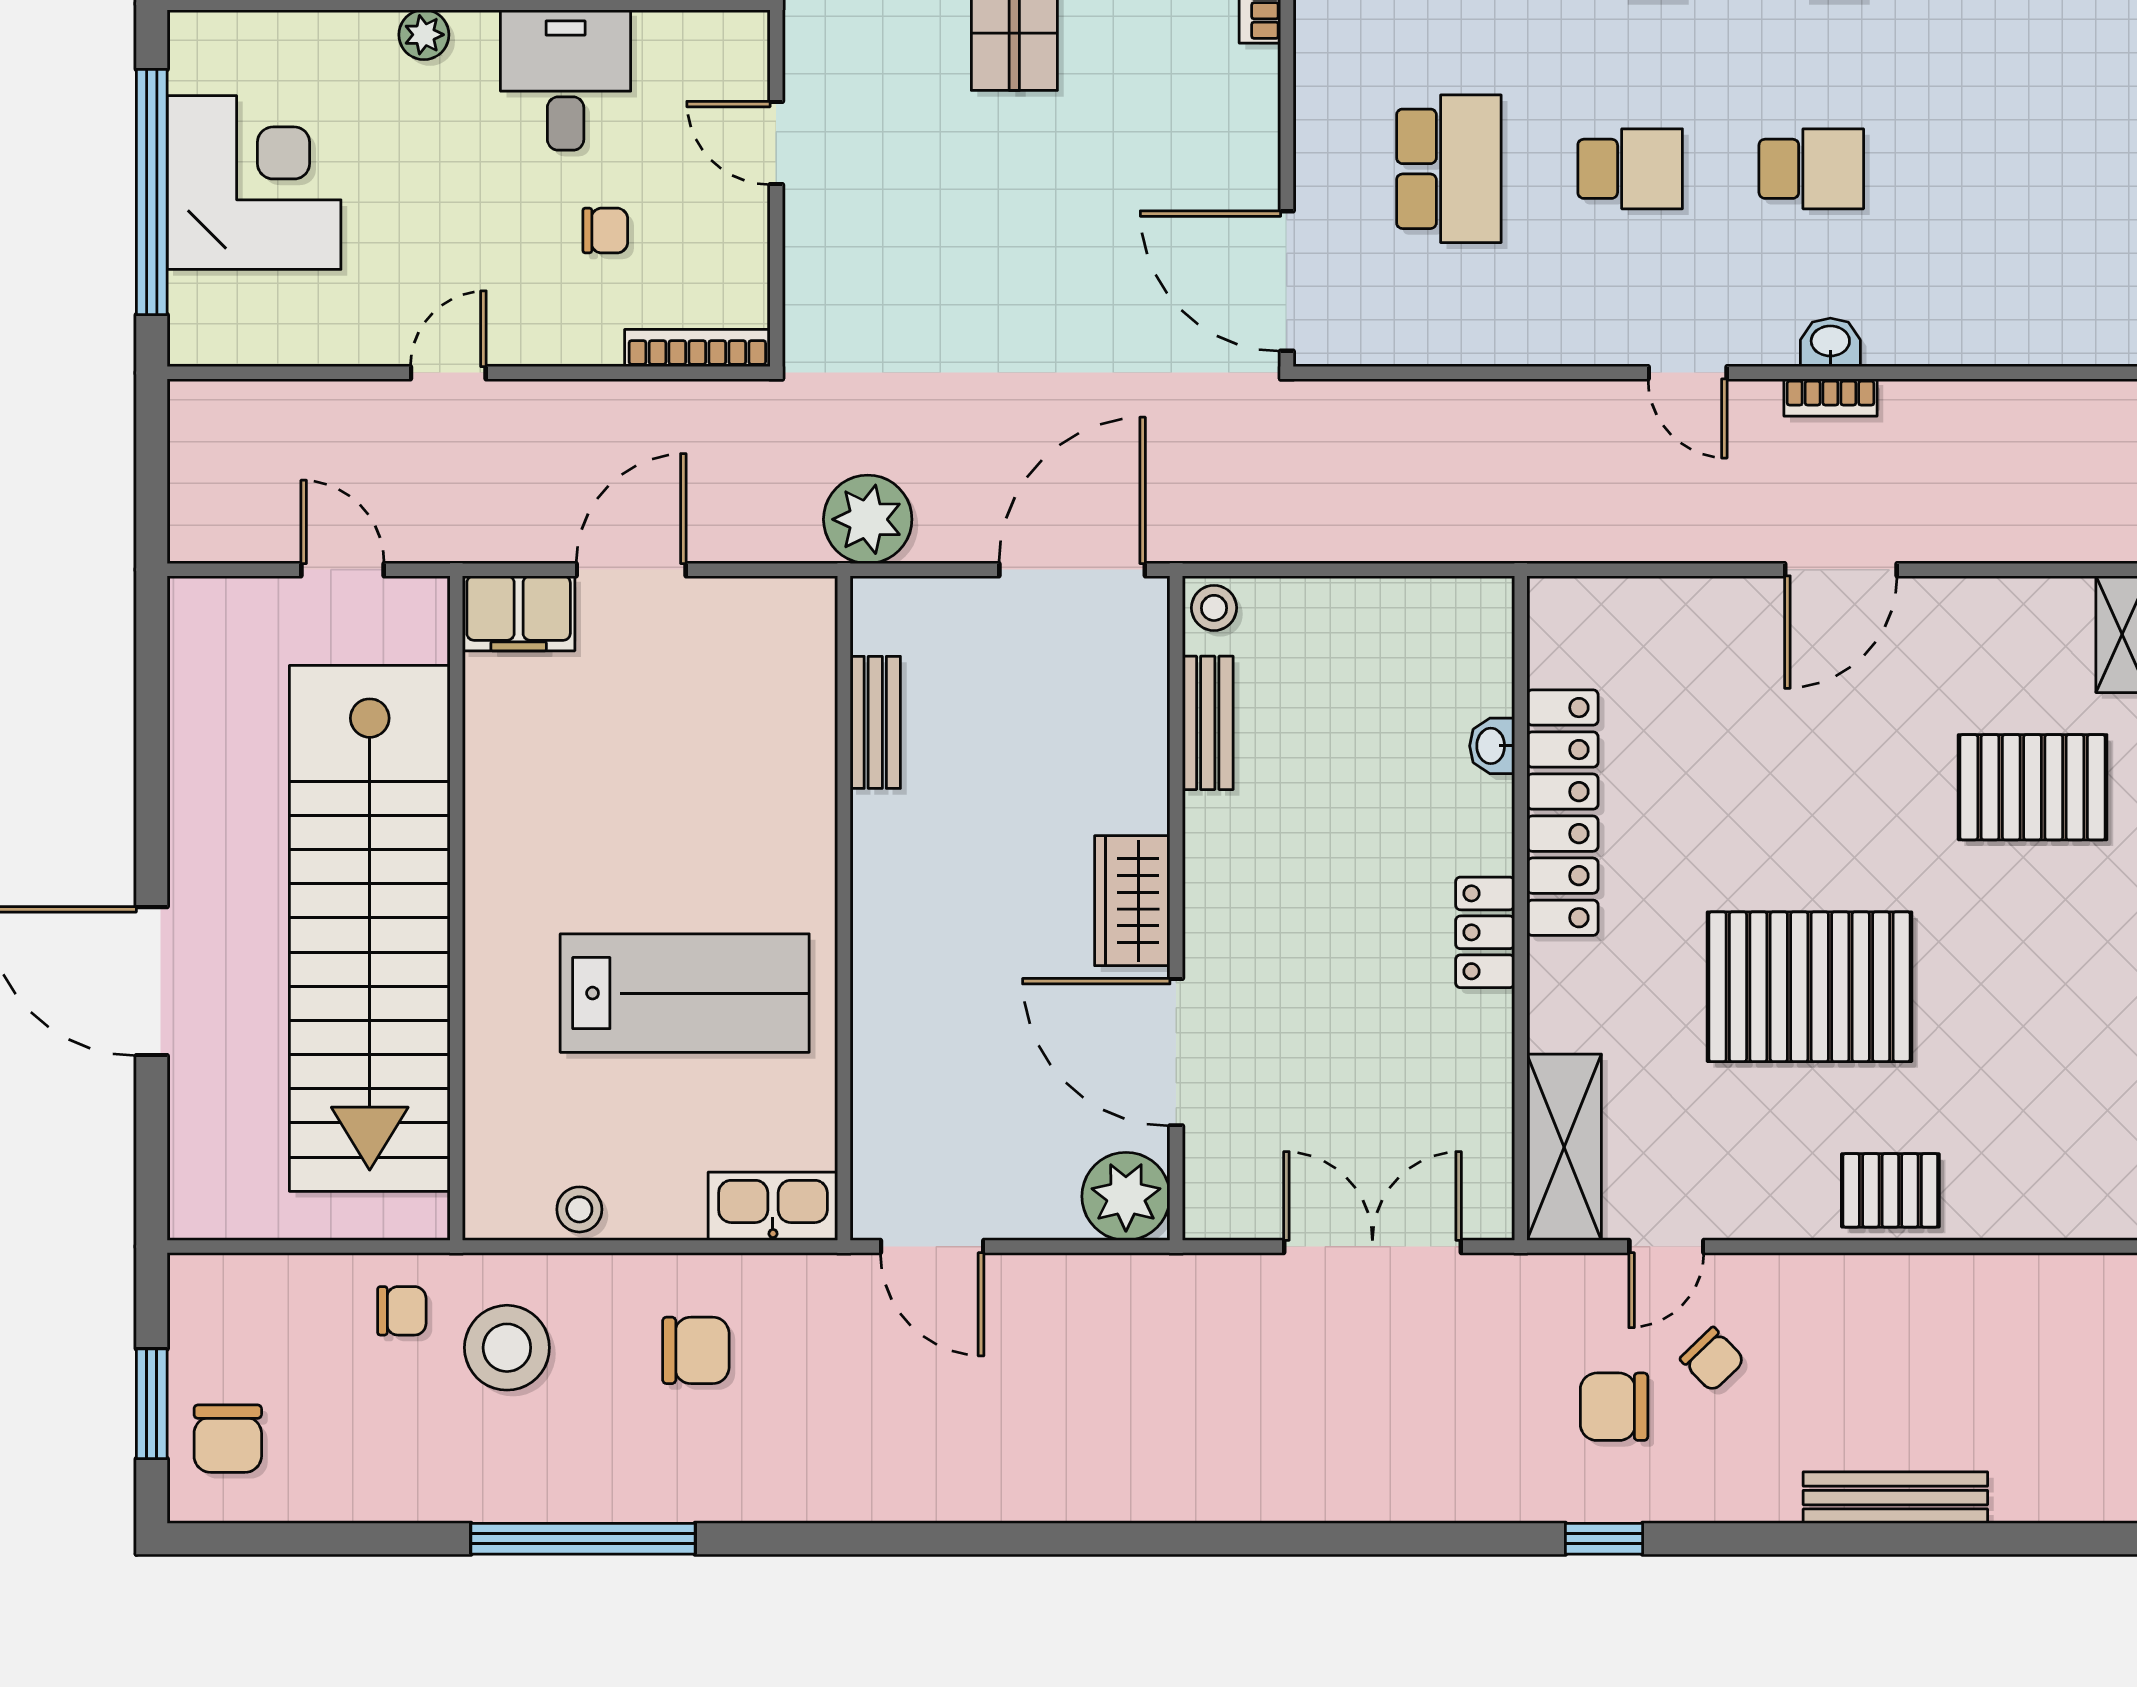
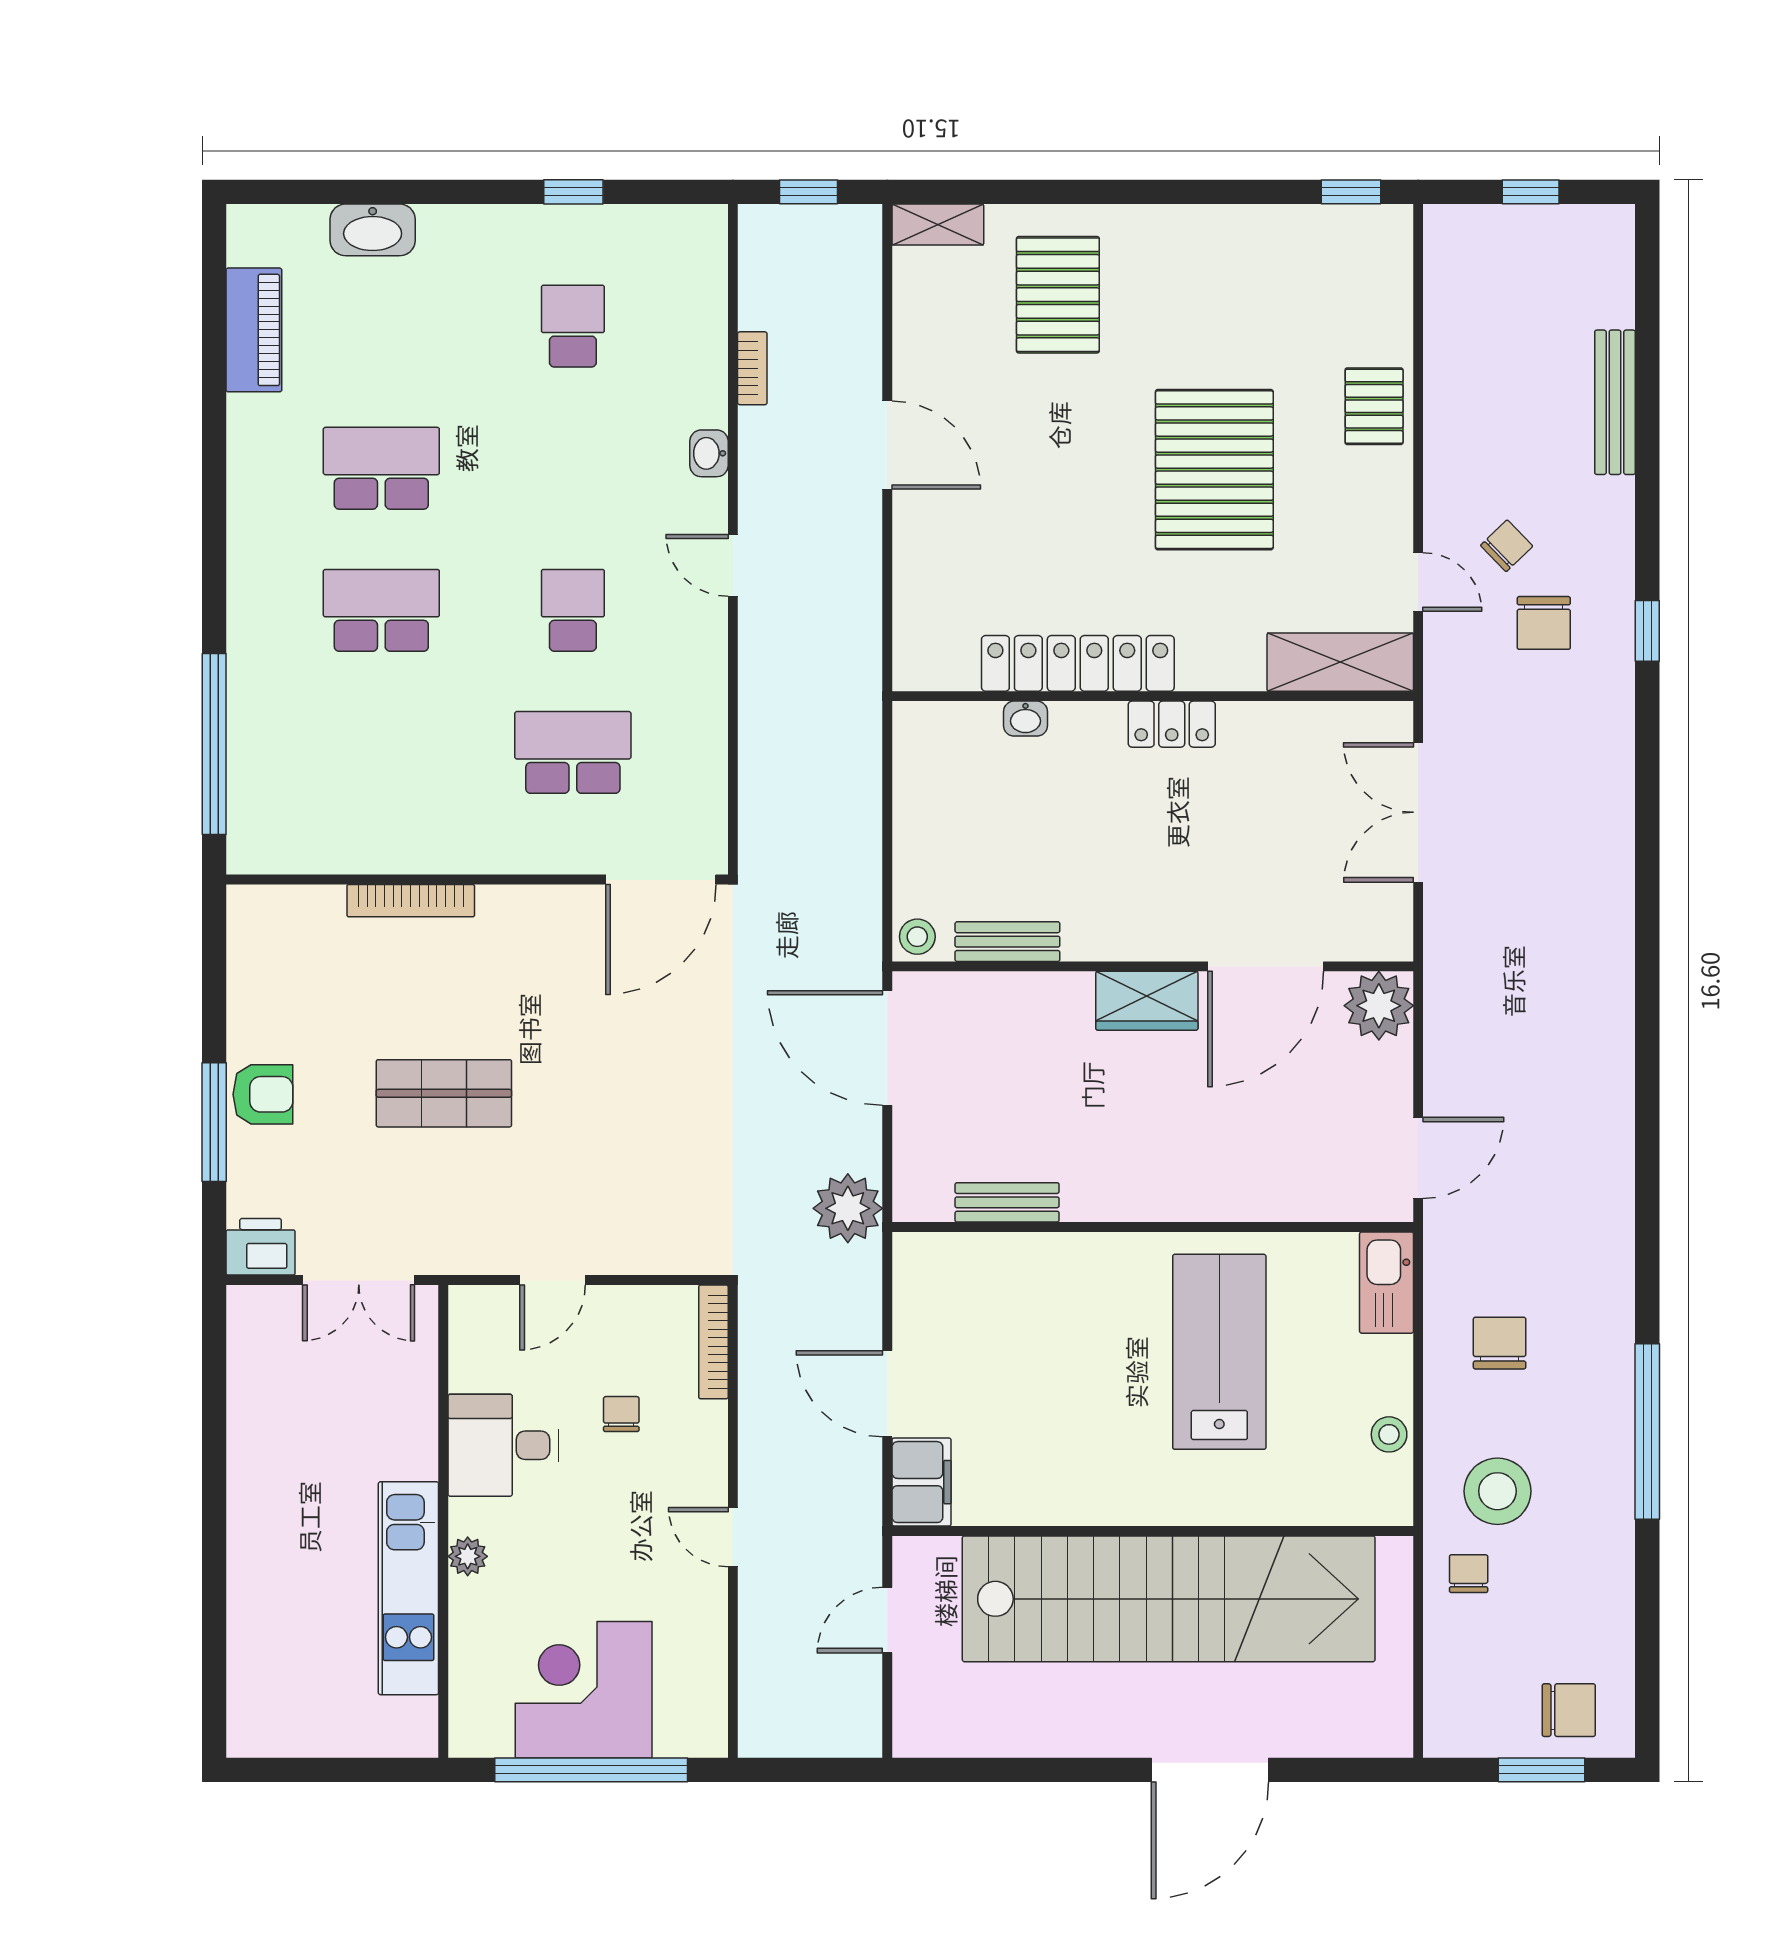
school desk: (1811, 169) -> (573, 326), moved
door: (1688, 373) -> (733, 565), swing flipped
bookcase: (1830, 398) -> (752, 368), moved

